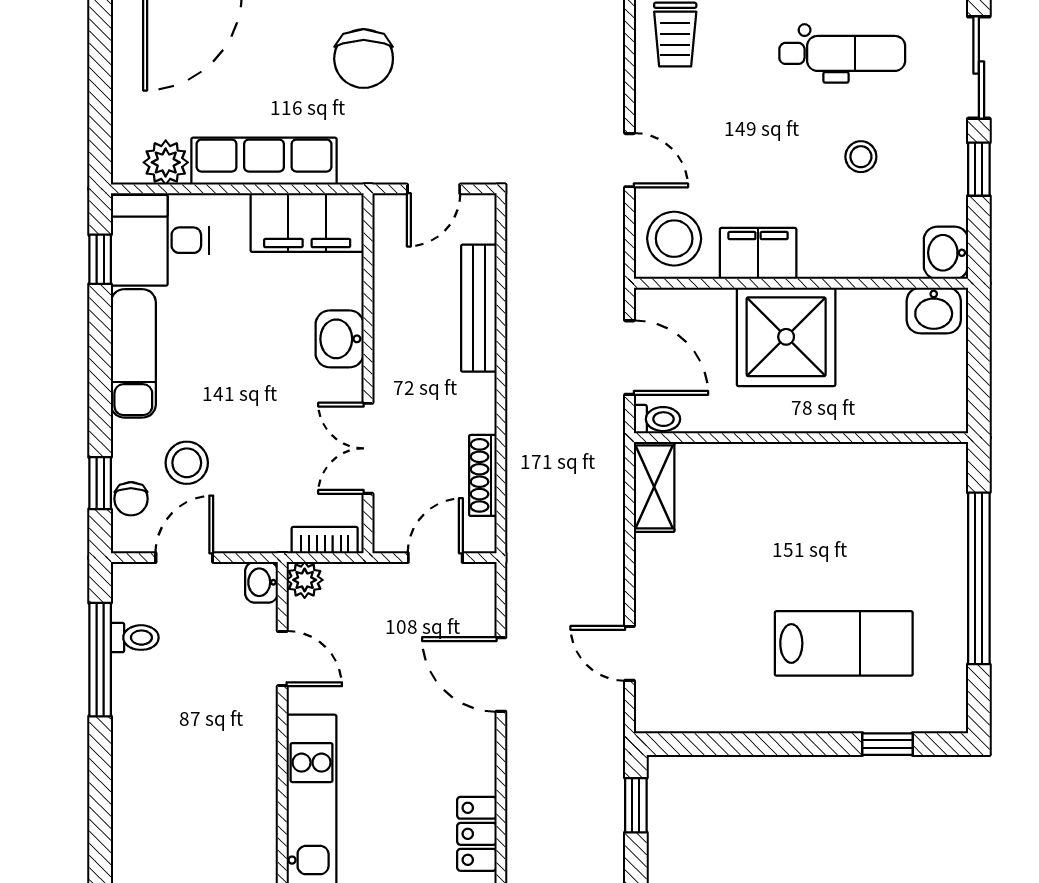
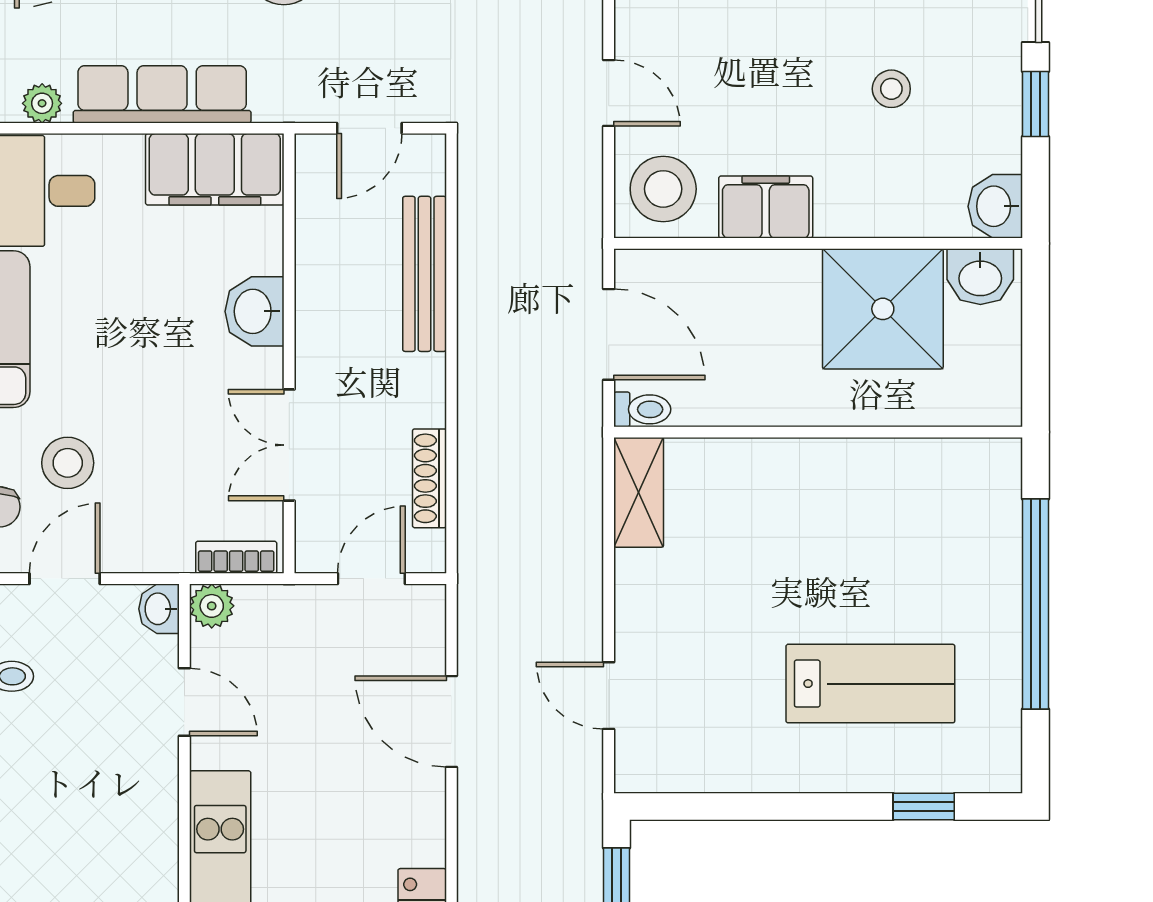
plant: (166, 162) -> (42, 103), width x0.73, depth x0.73
shower: (786, 337) -> (883, 309), moved

